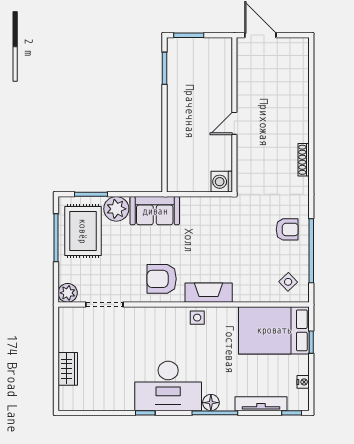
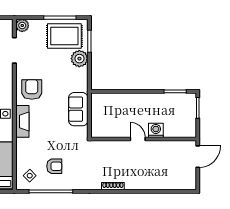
washing machine: (222, 182) -> (156, 130), moved
sofa: (155, 211) -> (78, 109), moved
armchair: (287, 229) -> (54, 166), moved, turned -90

